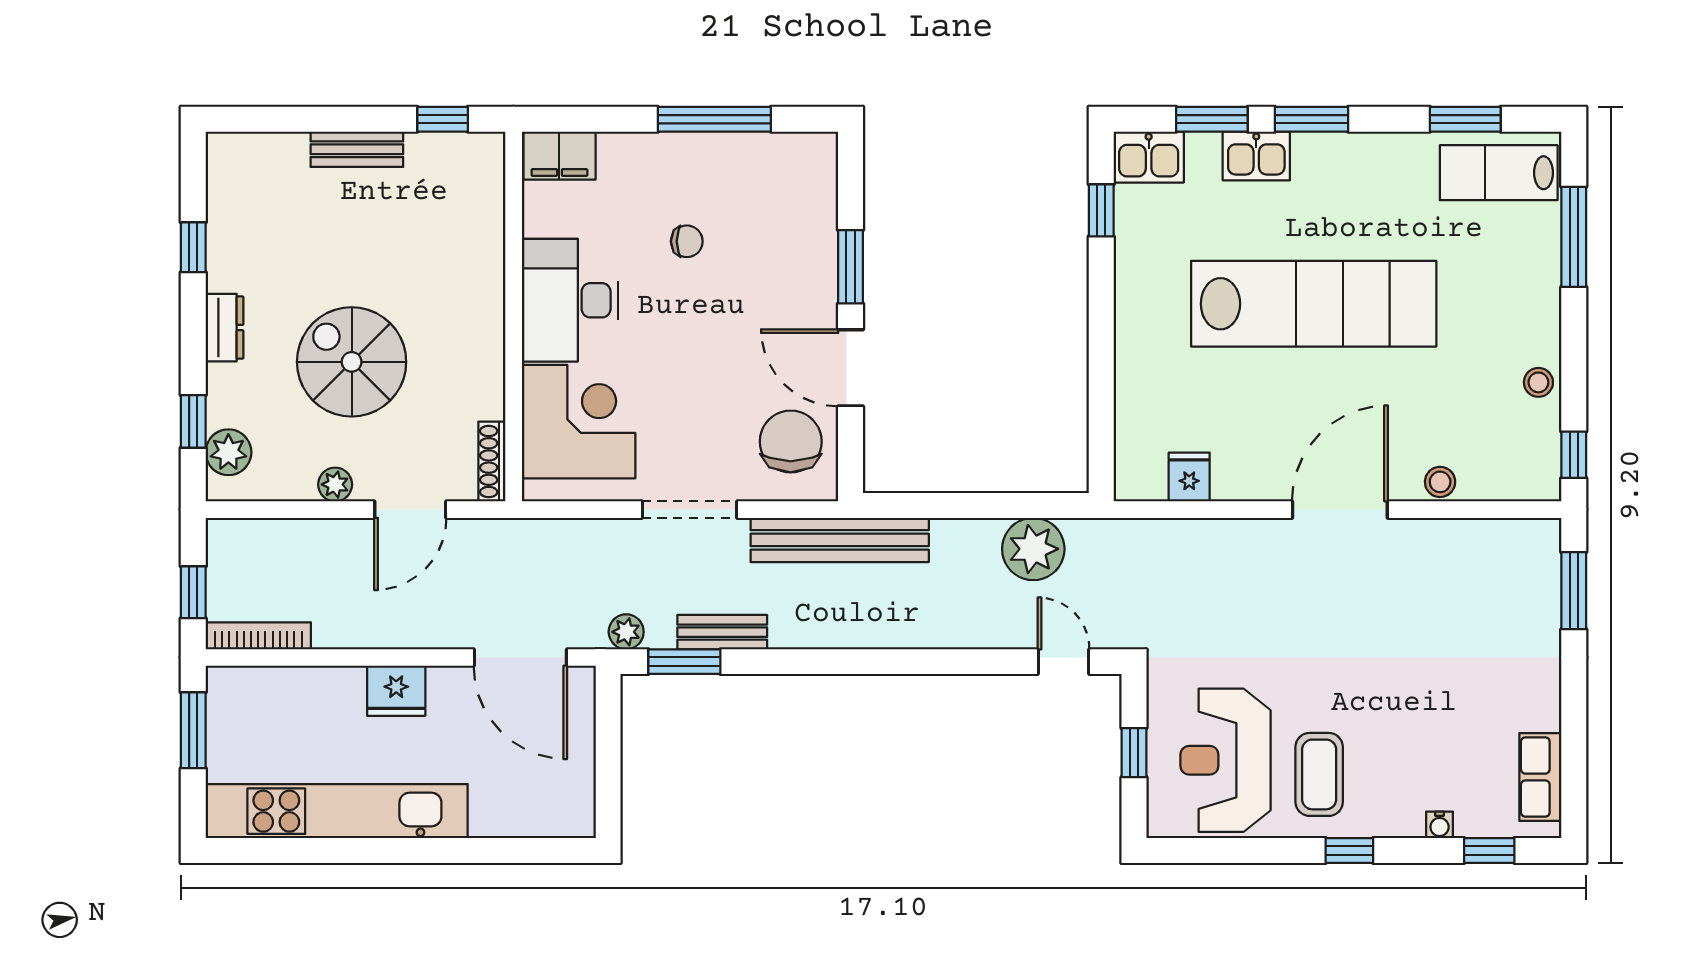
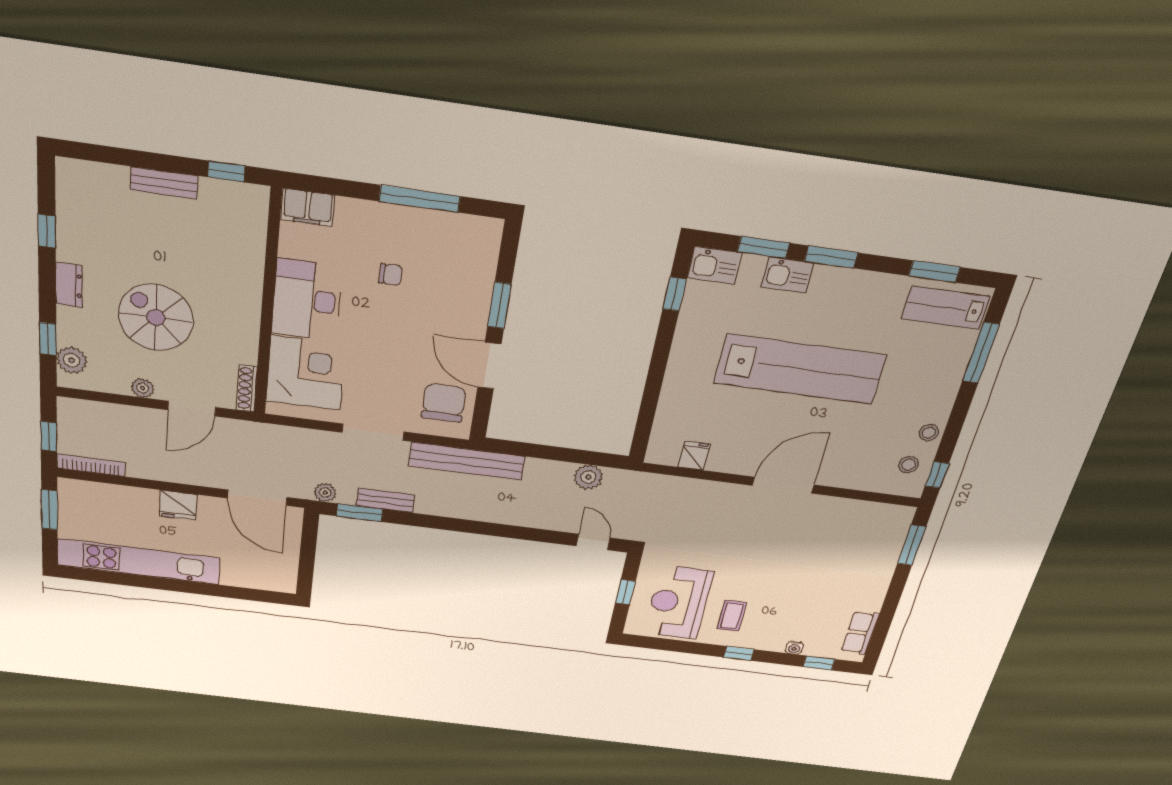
stool: (1440, 482) -> (909, 465), moved
plant: (1033, 549) -> (588, 477), width x0.73, depth x0.73
coffee table: (1319, 774) -> (732, 616), width x0.73, depth x0.77

